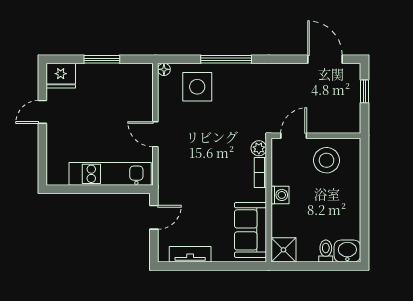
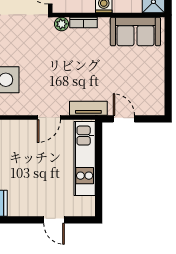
door: (42, 112) -> (54, 220), moved
tv unit: (190, 254) -> (88, 108), moved, turned 90

